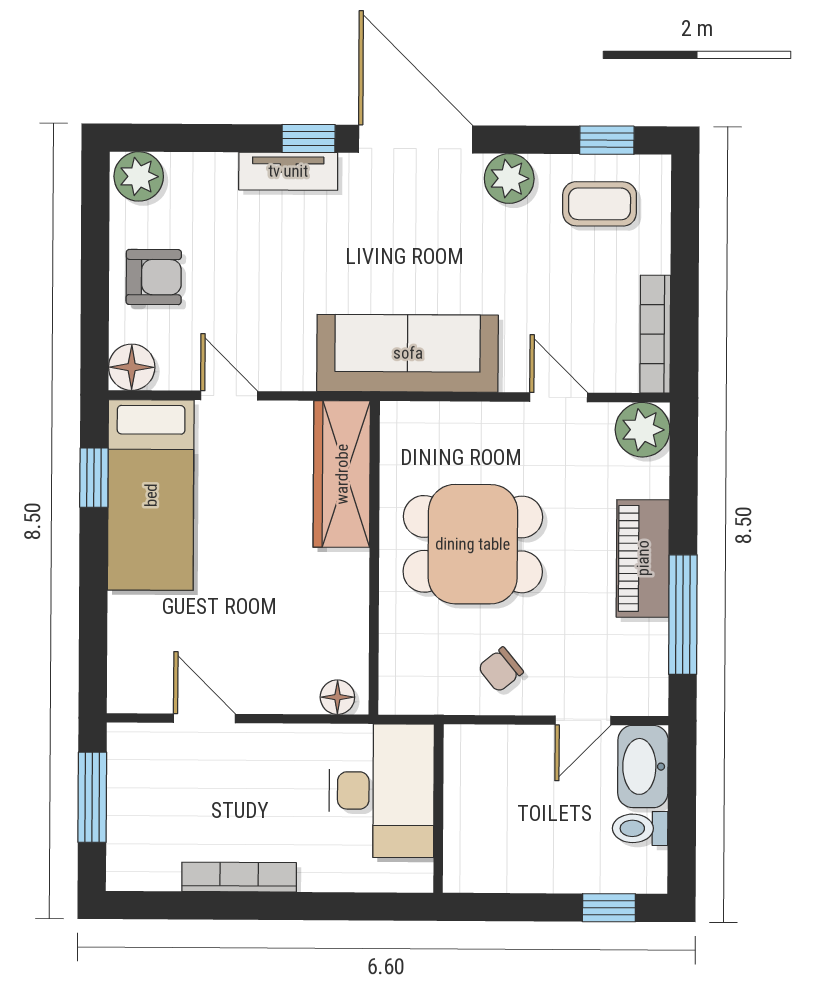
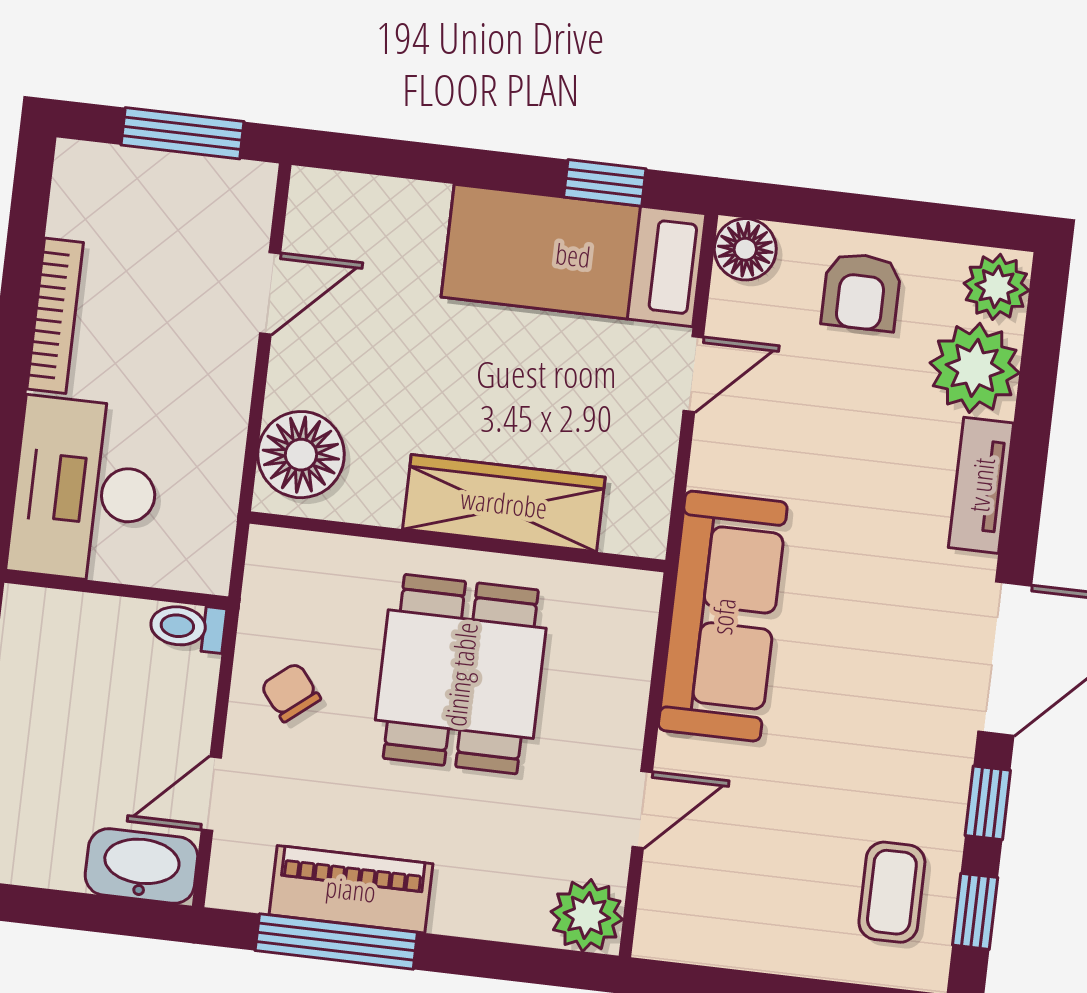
window: (309, 139) -> (988, 803), moved
plant: (509, 179) -> (975, 368), moved, width x1.36, depth x1.36
bookcase: (655, 334) -> (711, 946), removed
wardrobe: (342, 474) -> (504, 503), moved
piano: (643, 558) -> (351, 889), moved
floor lamp: (337, 697) -> (301, 455), width x1.89, depth x1.89
door: (583, 720) -> (211, 794), hinge flipped
desk: (382, 791) -> (85, 490), moved, turned 90
toilet: (640, 828) -> (188, 627), moved, turned -90

